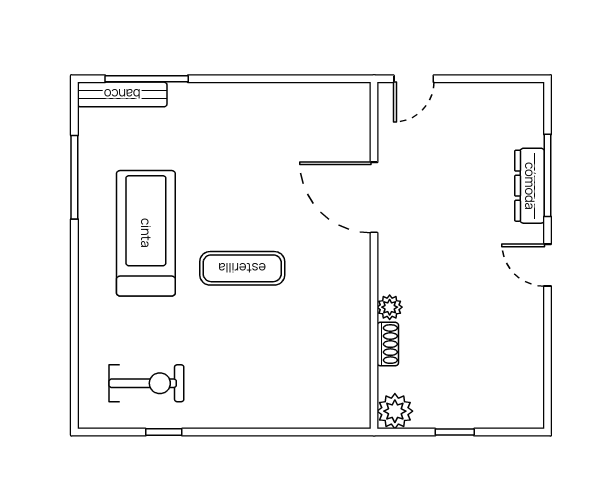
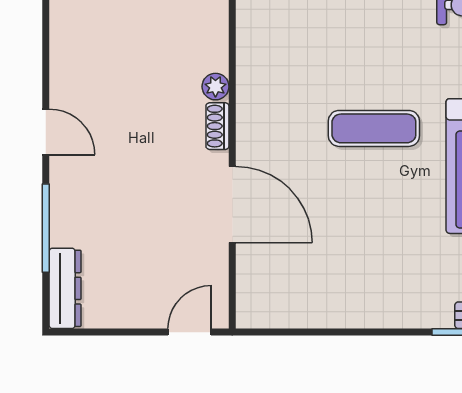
dresser: (530, 186) -> (65, 288), moved
shoe rack: (388, 344) -> (217, 126), moved

